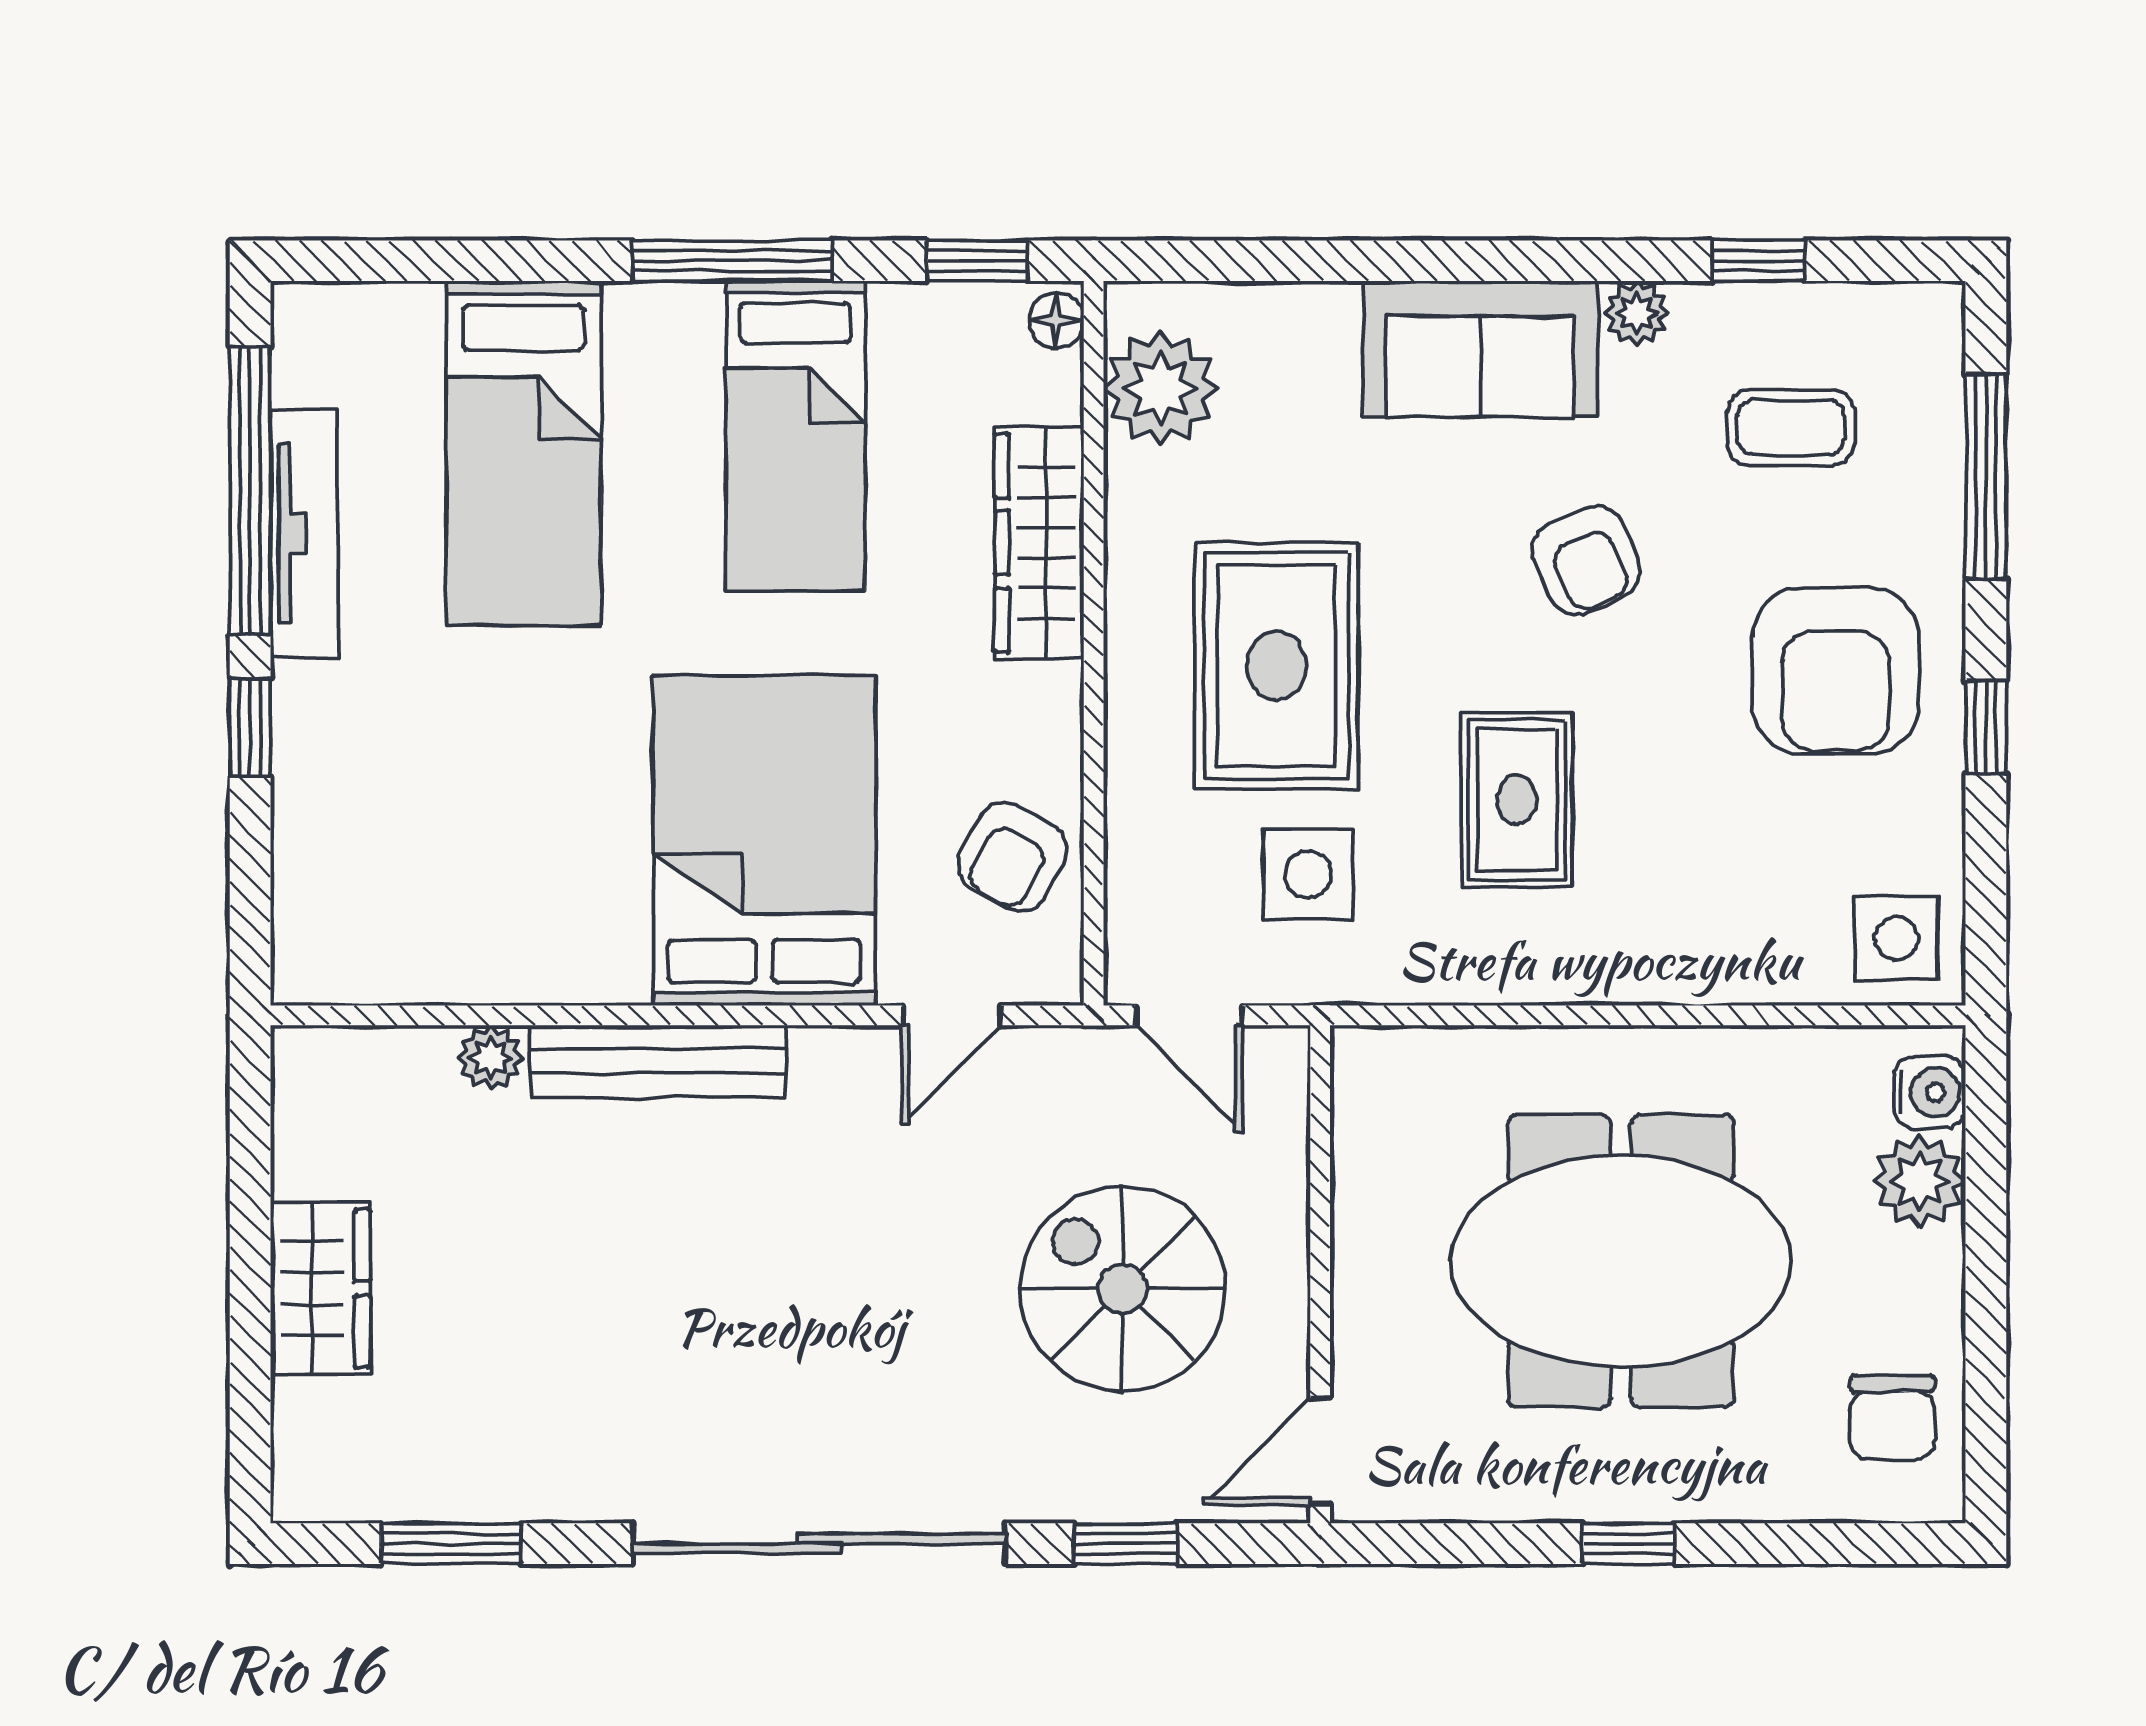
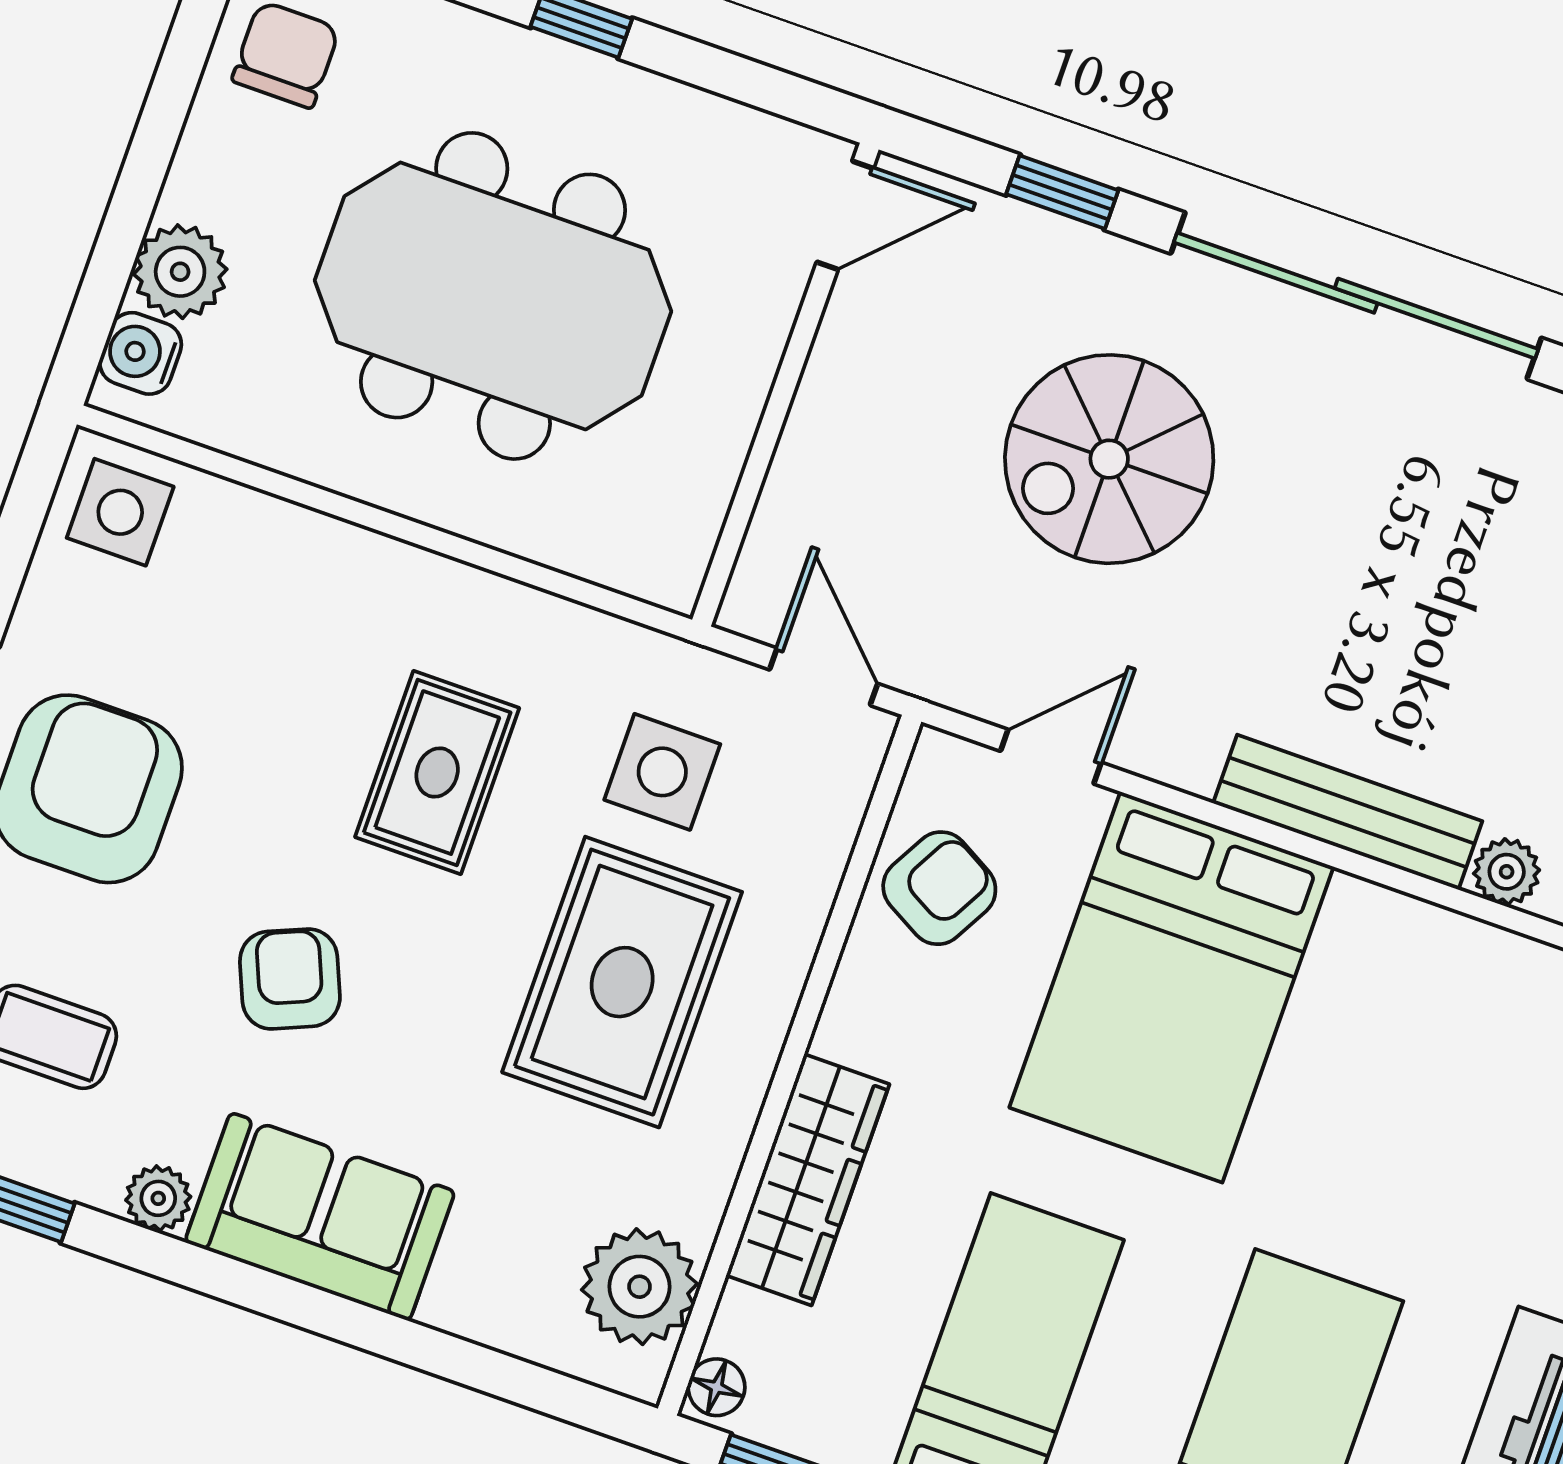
spiral stairs: (1123, 1289) -> (1109, 459), moved, turned 90

